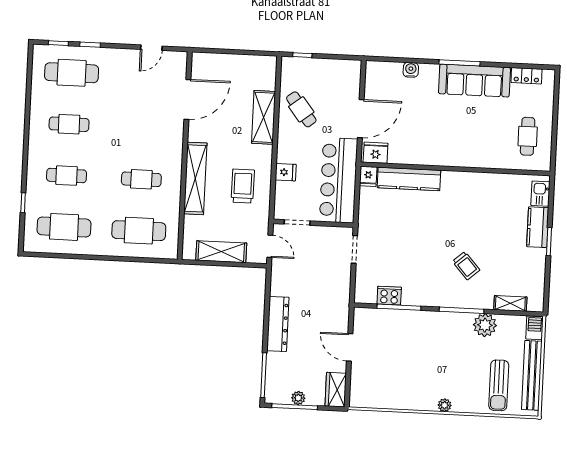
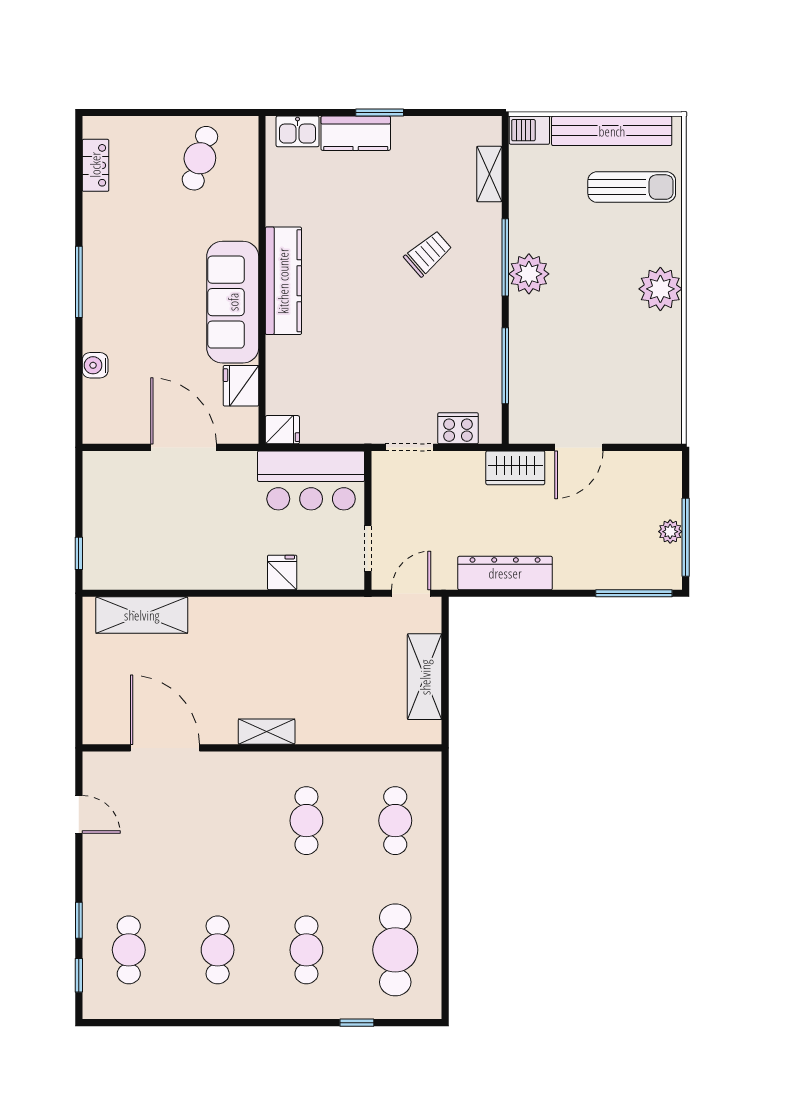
cafe table: (72, 73) -> (129, 950), width x0.73, depth x0.74
sofa: (474, 81) -> (233, 302), moved, turned 180
cafe table: (301, 109) -> (172, 551), removed
shelving: (264, 117) -> (142, 615), moved
cafe table: (528, 136) -> (200, 158), turned -73
fridge: (376, 153) -> (241, 386), moved
shelving: (195, 178) -> (267, 732), width x0.45, depth x0.75
kitchen counter: (409, 179) -> (283, 281), moved
bar counter: (339, 180) -> (311, 480), width x0.73
trolley: (243, 186) -> (310, 645), removed
cafe table: (139, 231) -> (395, 821), width x0.73, depth x0.74
cooker: (389, 296) -> (458, 428), moved, turned 90
dresser: (278, 324) -> (505, 573), moved
plant: (485, 325) -> (529, 274), moved
wardrobe: (336, 390) -> (515, 468), moved
plant: (445, 405) -> (660, 289), width x1.88, depth x1.88

